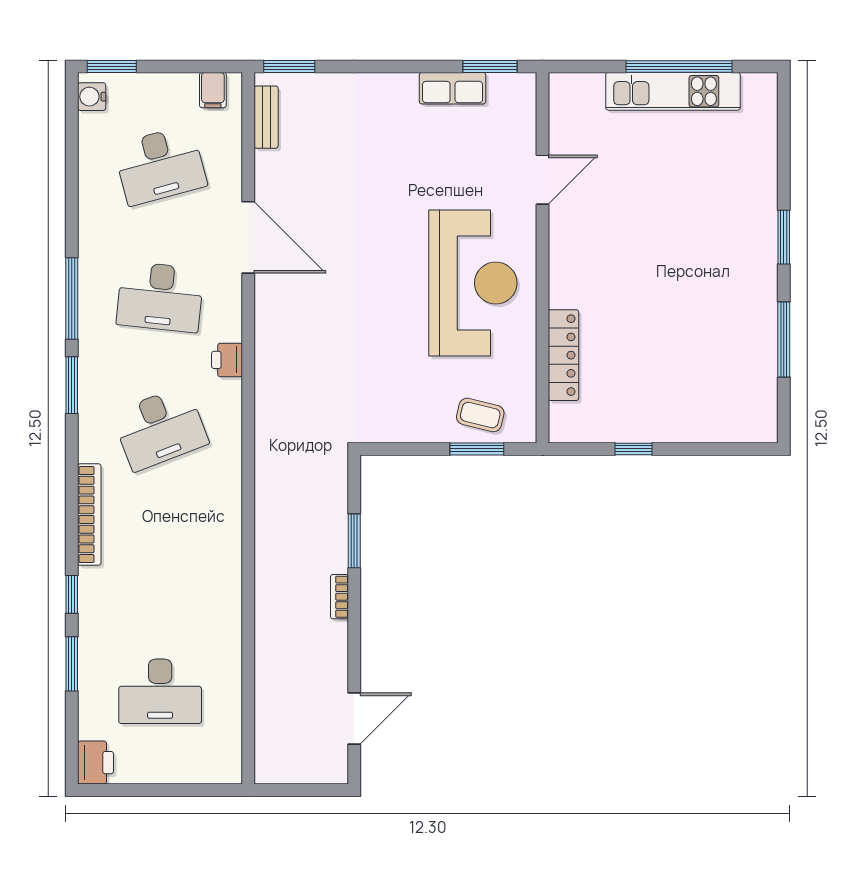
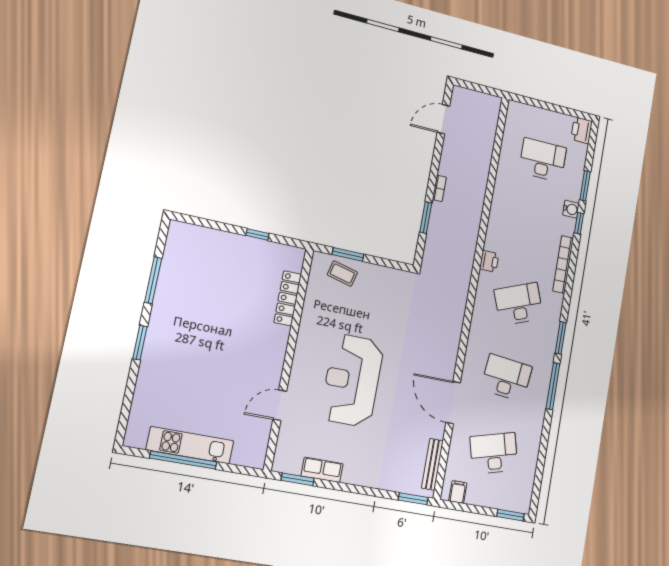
water cooler: (92, 97) -> (571, 209), moved
bench: (266, 117) -> (432, 464), width x1.36
reception desk: (473, 283) -> (352, 380), moved
printer: (227, 360) -> (489, 261), moved

